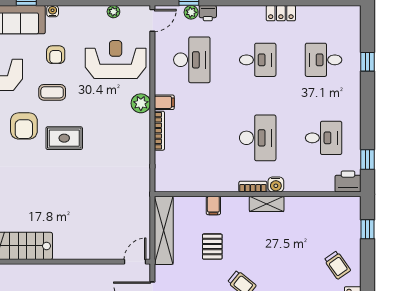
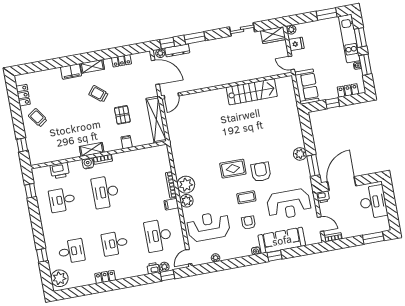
plant: (348, 23) -> (59, 278), added
reception desk: (116, 60) -> (208, 227), turned 180
plant: (138, 127) -> (186, 185), added
printer: (348, 182) -> (60, 171), moved

